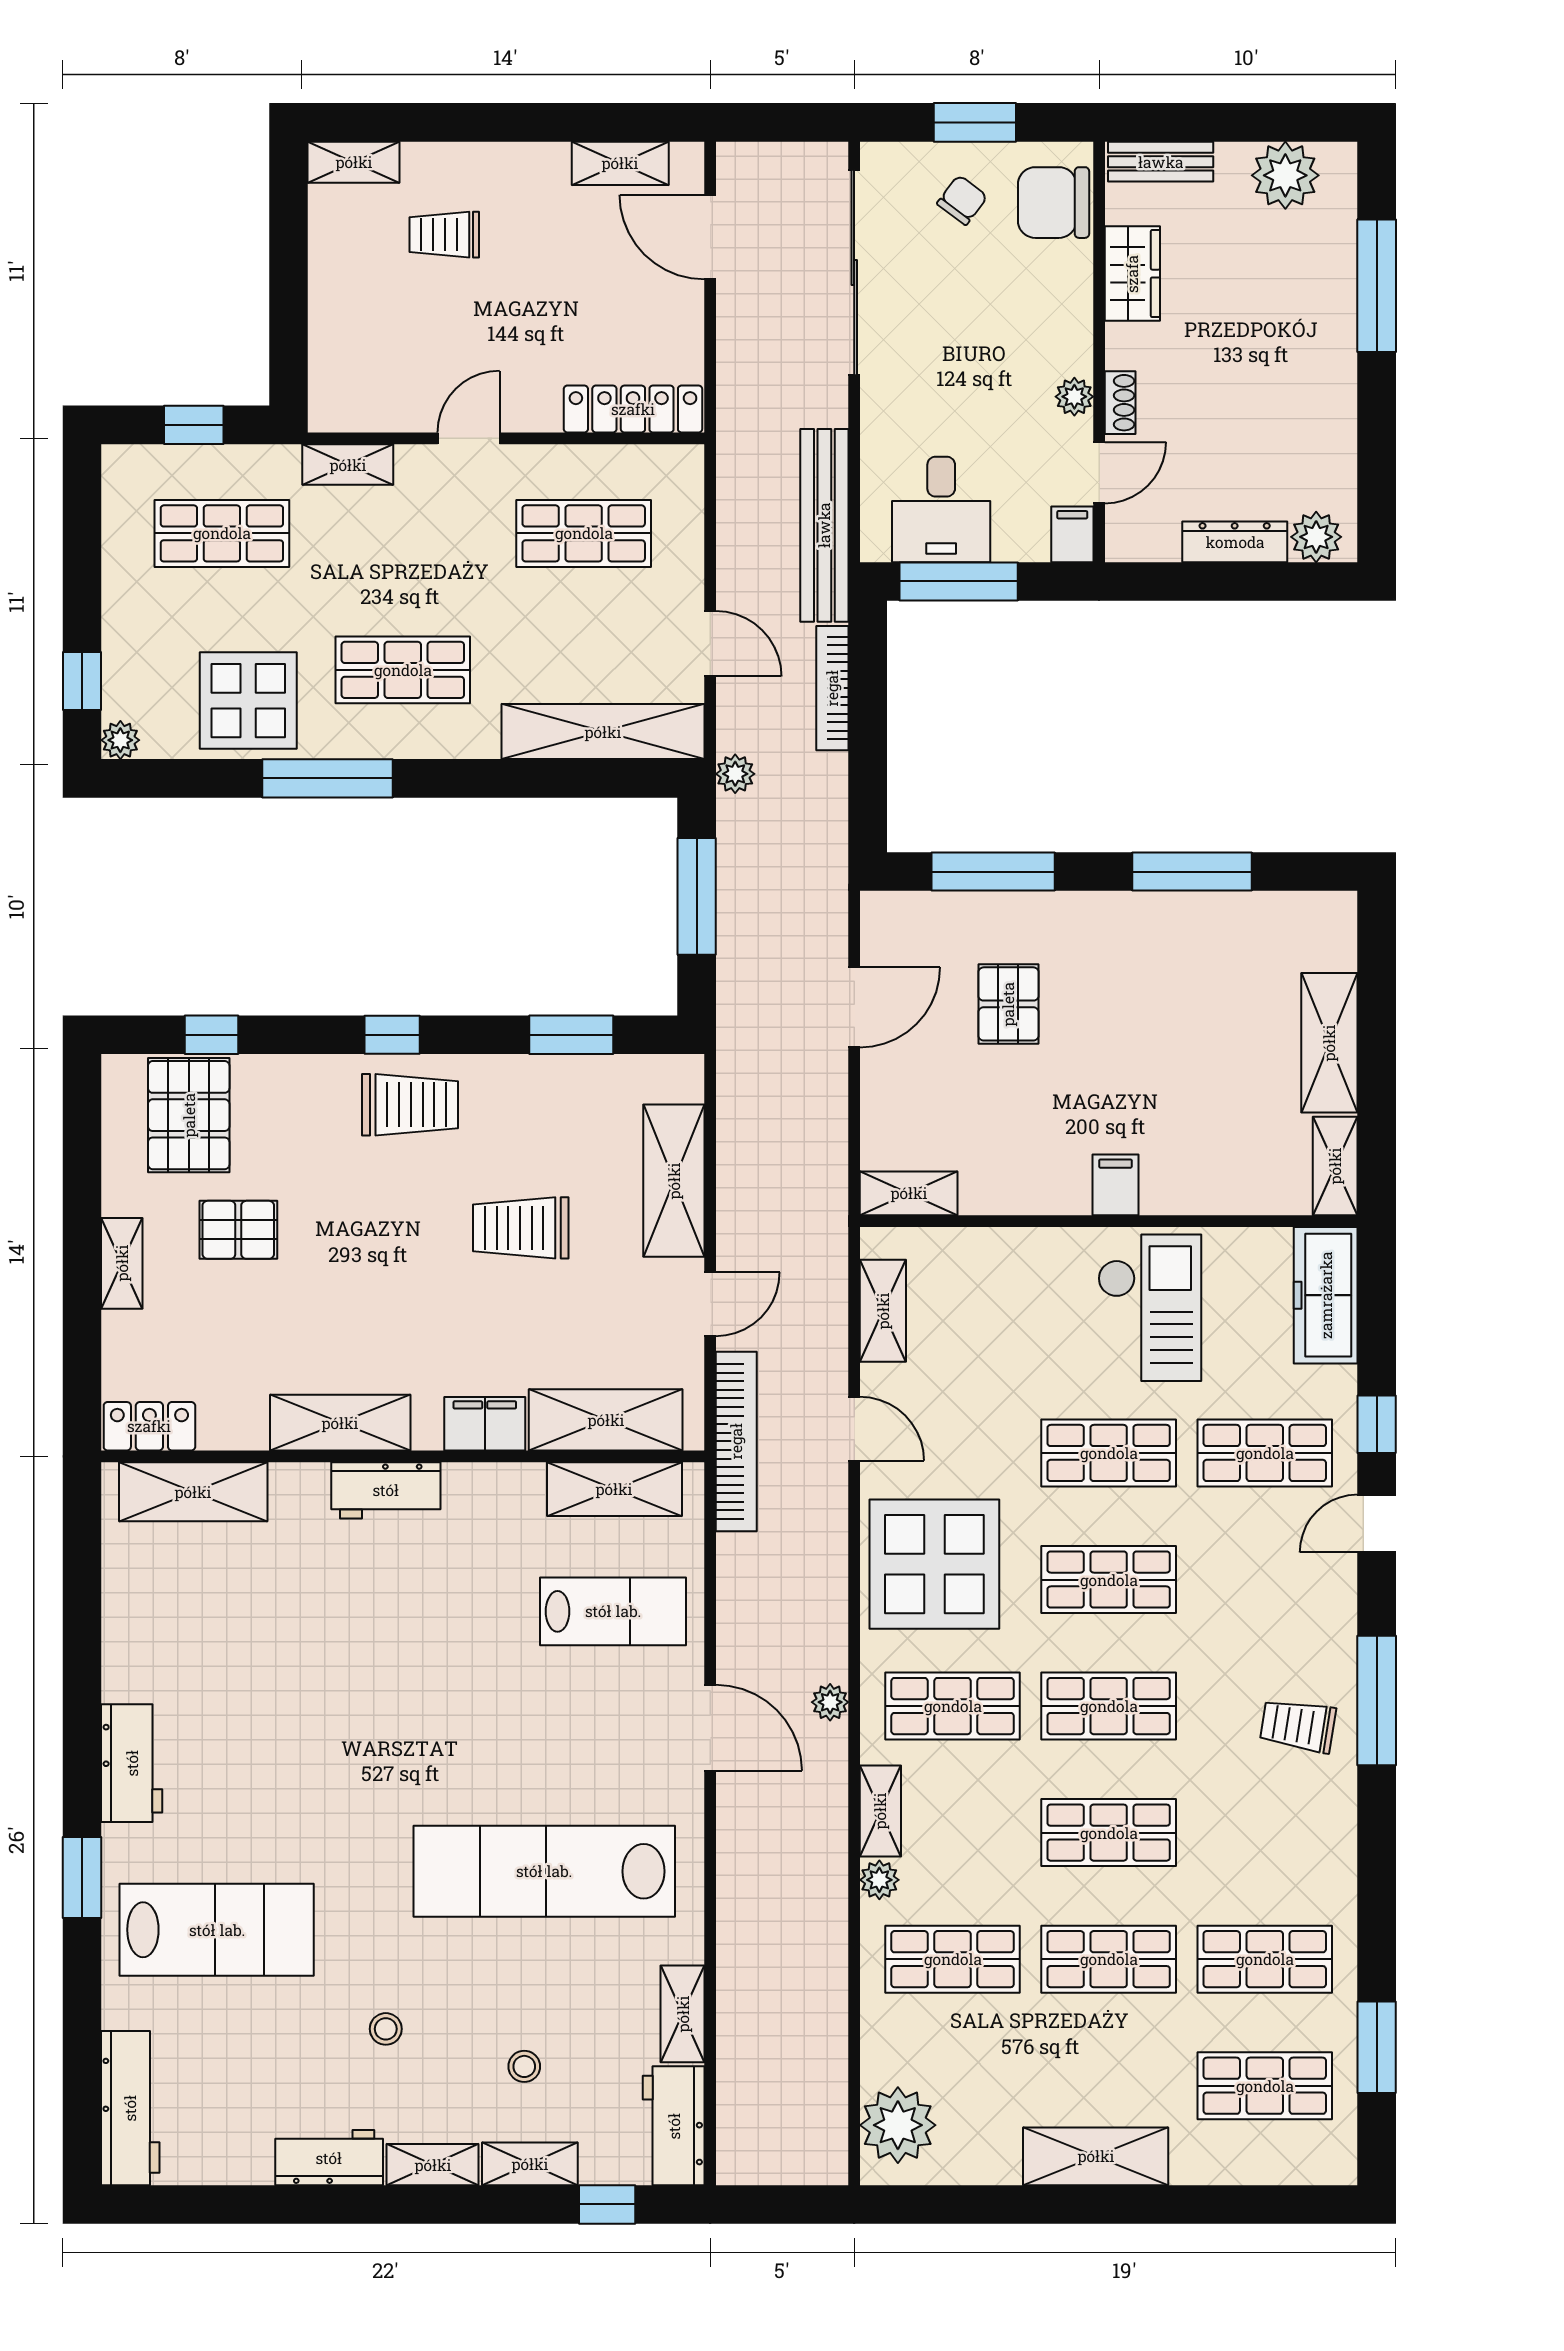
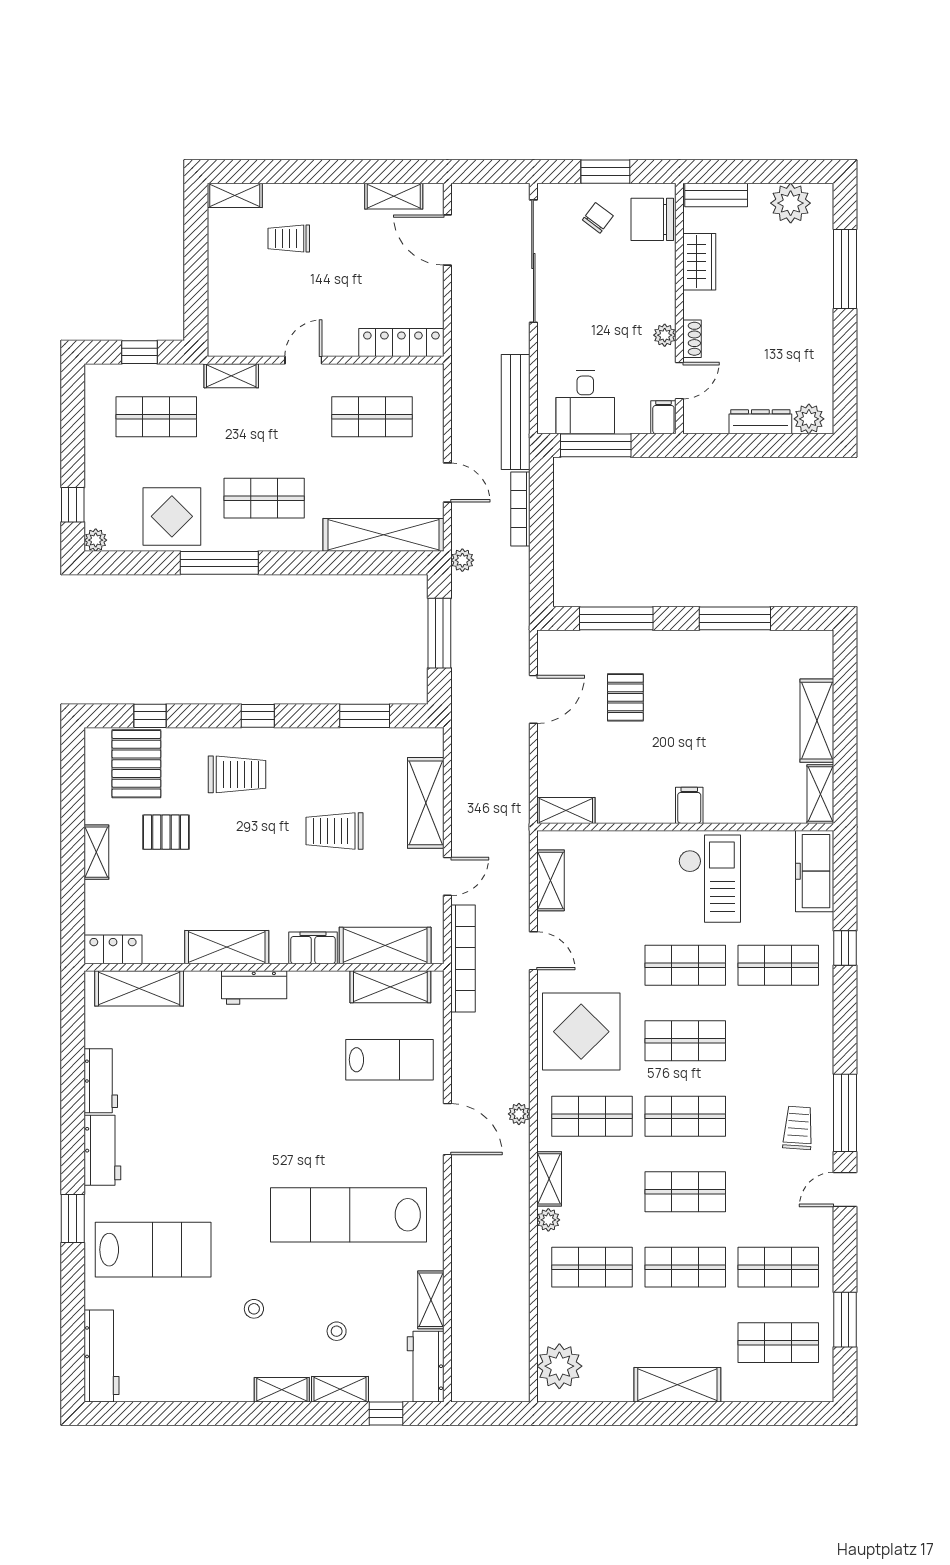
trolley: (410, 1105) -> (237, 774), moved
door: (1377, 1524) -> (845, 1189), moved
trolley: (1298, 1726) -> (798, 1128), turned 85
workbench: (329, 2158) -> (101, 1081), moved, turned 90

